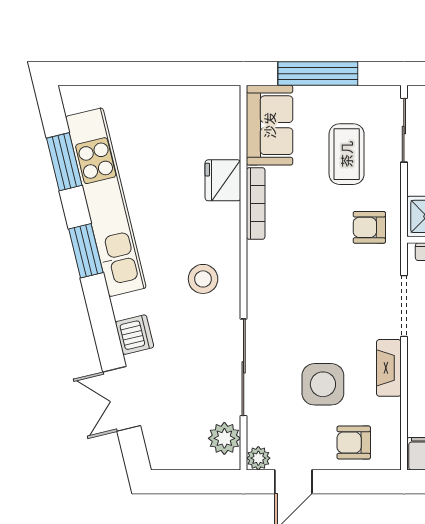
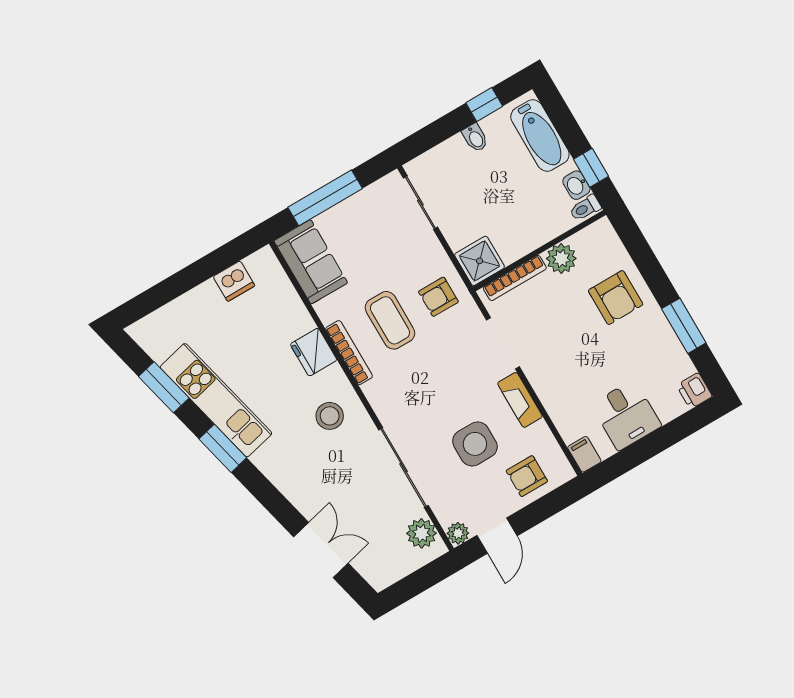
coffee table: (347, 154) -> (390, 320), moved
fridge: (223, 180) -> (314, 352), moved
kitchen unit: (106, 202) -> (216, 400), width x0.73
bookcase: (256, 203) -> (349, 353), moved
dishwasher: (135, 335) -> (234, 281), moved, turned 104
double door: (122, 399) -> (321, 550), swing flipped

